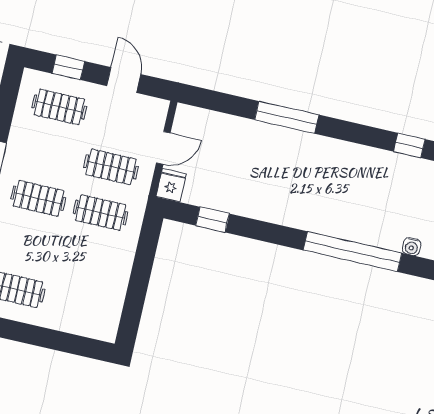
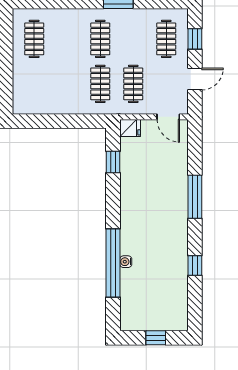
window: (409, 145) -> (195, 265), moved
door: (163, 148) -> (168, 117), moved
water cooler: (412, 247) -> (126, 262), moved

